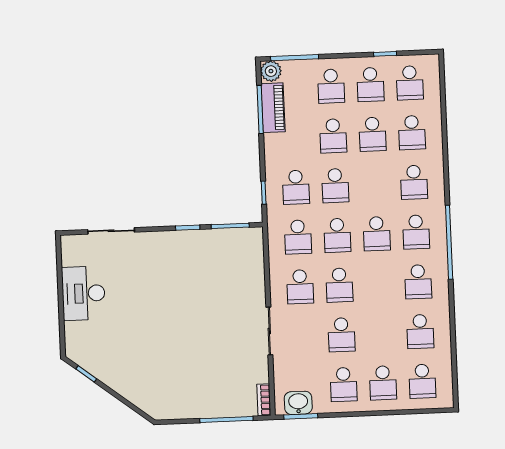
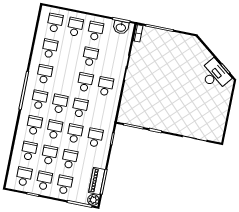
school desk: (298, 237) -> (55, 129), moved
desk: (83, 293) -> (215, 75), moved, turned -52

